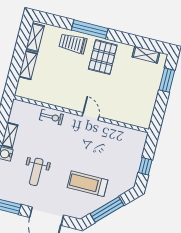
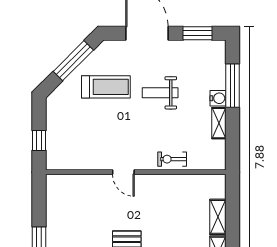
window: (145, 166) -> (39, 141), moved
weight bench: (36, 172) -> (160, 93), moved, turned -90

